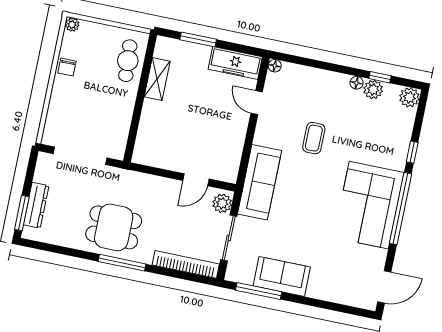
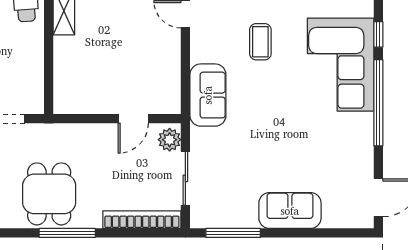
sofa: (260, 182) -> (208, 95), width x0.73
corner sofa: (369, 205) -> (341, 65), moved
dining table: (114, 227) -> (49, 194), turned 90
sofa: (282, 276) -> (290, 211), moved

